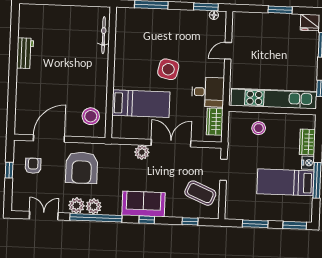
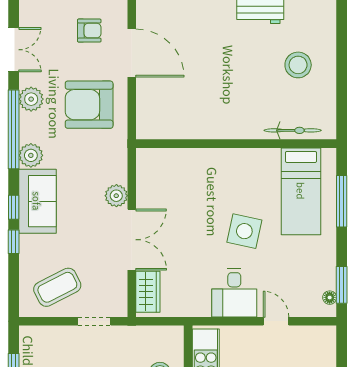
desk: (208, 92) -> (234, 293), moved
bed: (141, 104) -> (301, 191), moved
stool: (91, 116) -> (298, 65), moved
wardrobe: (215, 122) -> (148, 292), moved, turned 90
coffee table: (200, 193) -> (57, 287), turned 40
plant: (94, 206) -> (31, 155), moved
window: (190, 221) -> (14, 242), moved

